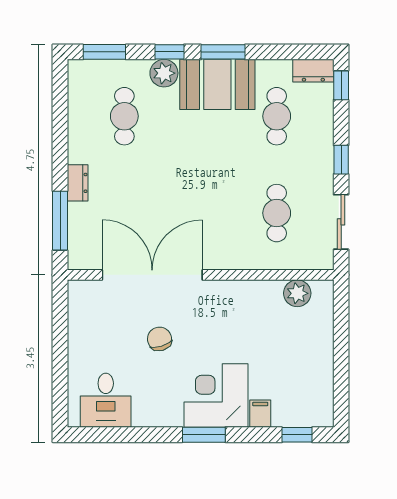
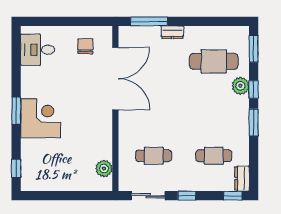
booth: (217, 84) -> (233, 119), removed
cafe table: (124, 116) -> (214, 61), width x1.37, depth x1.35
chair: (159, 339) -> (85, 46), moved, turned -73
filing cabinet: (260, 414) -> (29, 146), removed

